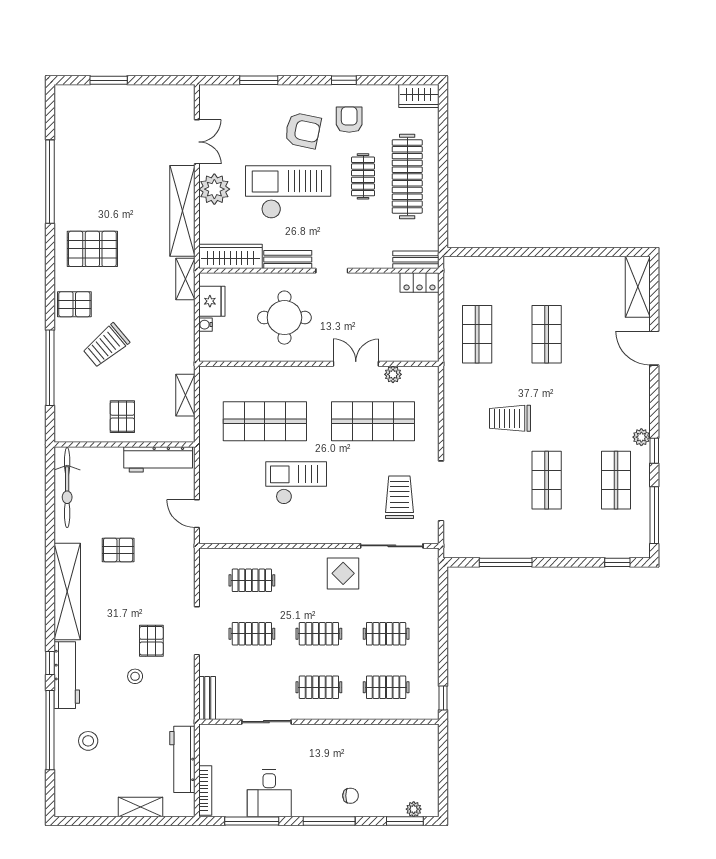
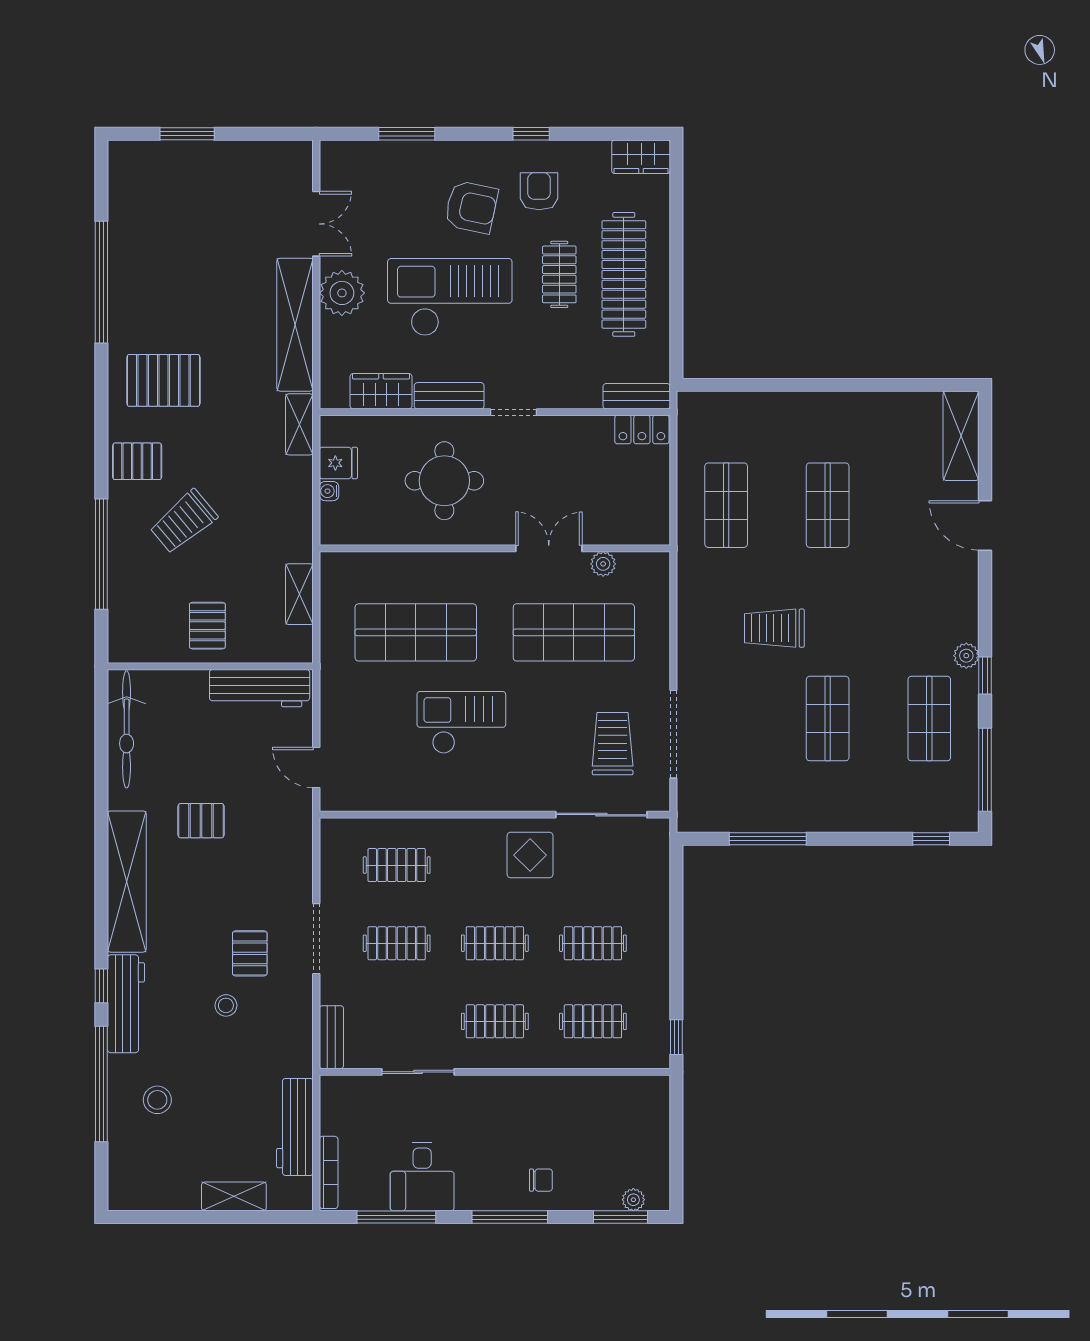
wardrobe: (231, 256) -> (381, 391), width x0.67
fridge: (212, 301) -> (338, 463), width x0.72

